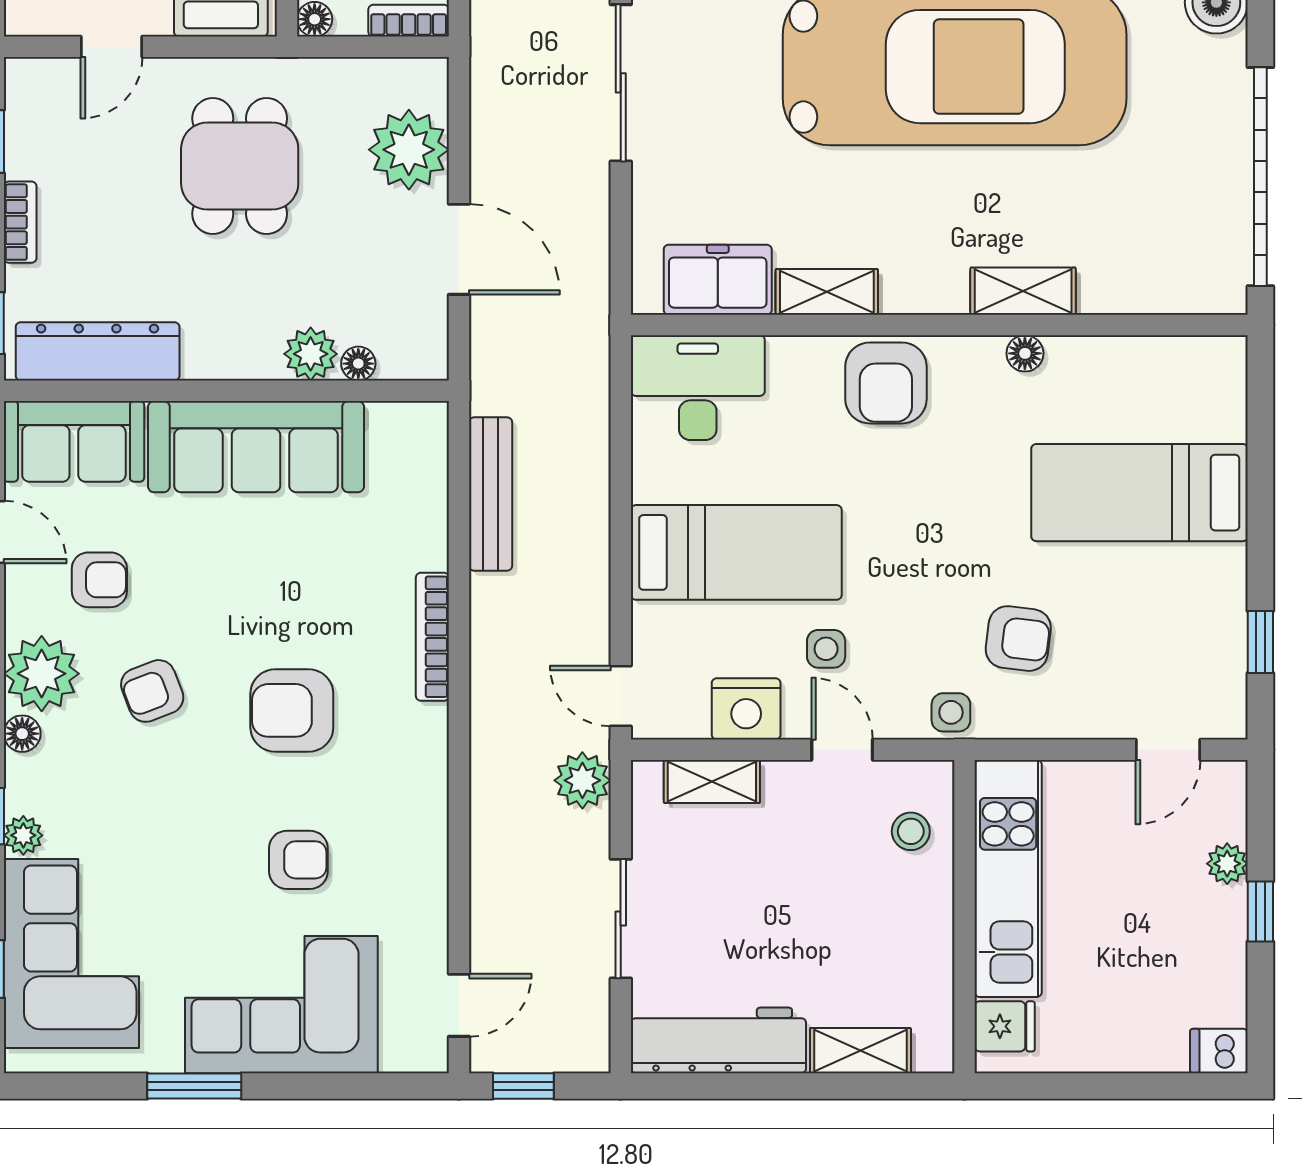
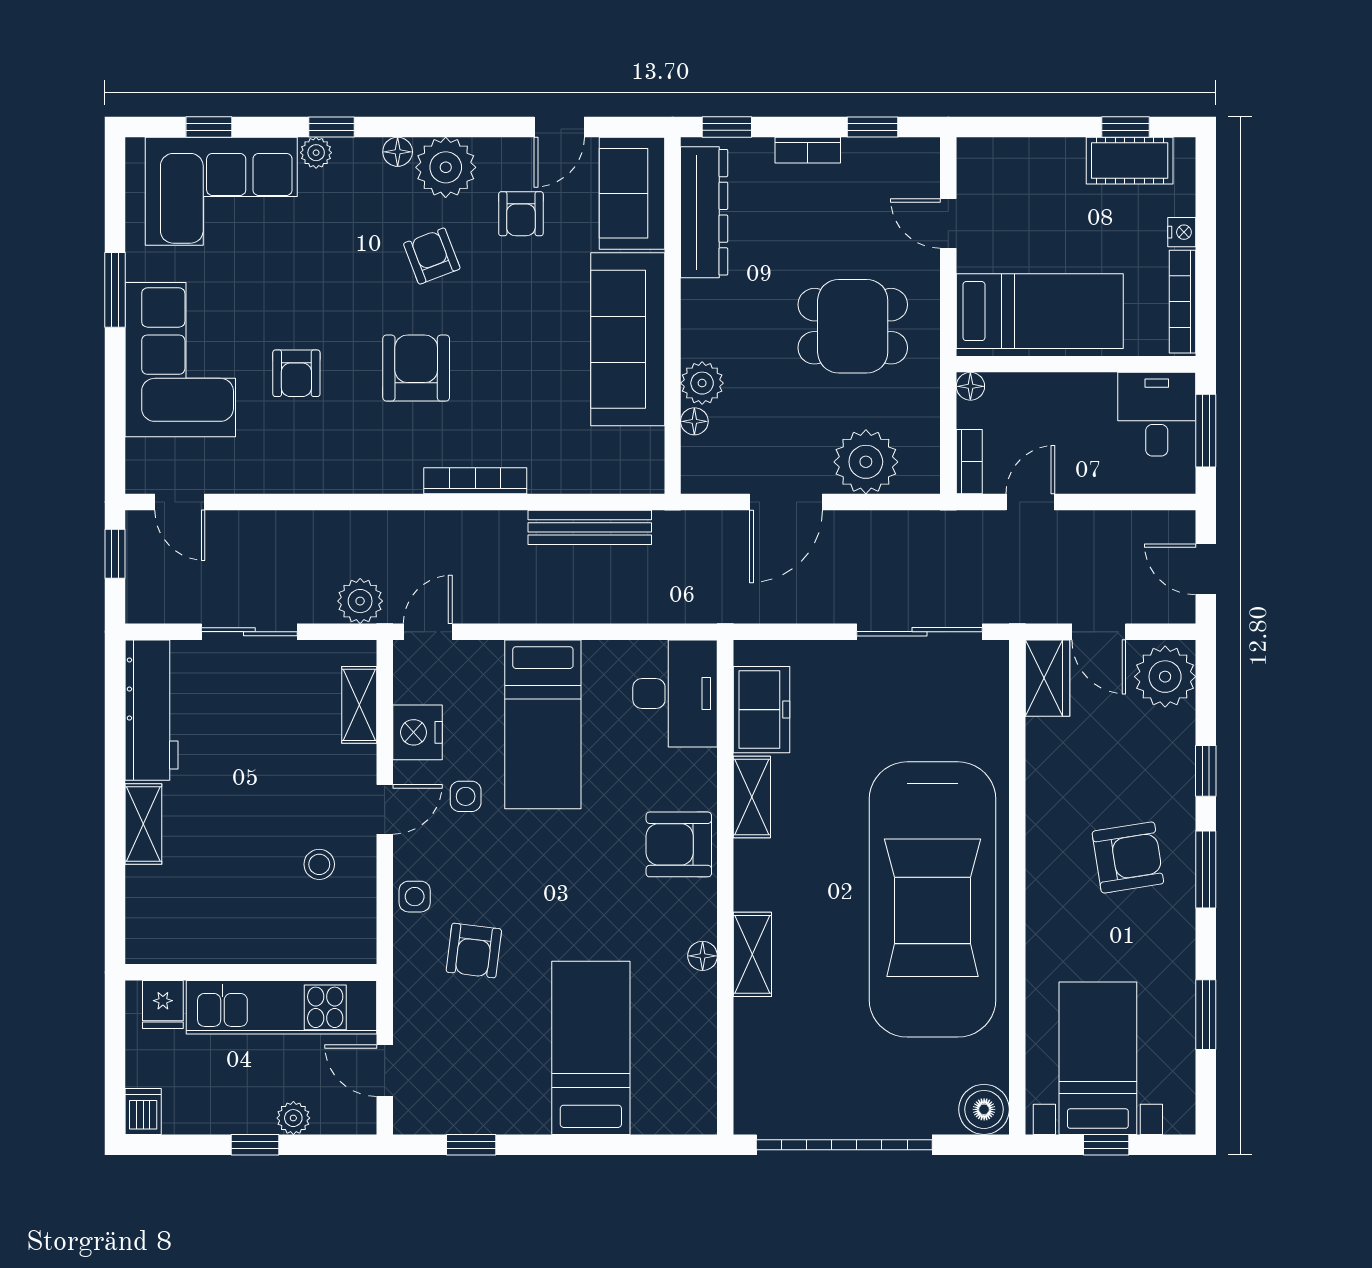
kitchen unit: (1008, 878) -> (281, 1007), moved
wall: (965, 917) -> (251, 972), moved
fridge: (1005, 1026) -> (163, 1005), moved

